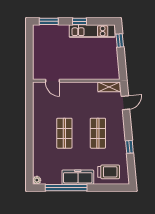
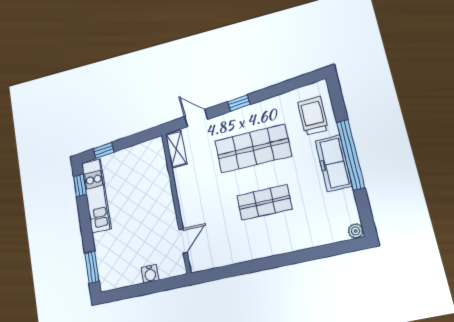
window: (80, 21) -> (80, 185), moved
water cooler: (37, 57) -> (150, 274), added
shop shelf: (98, 133) -> (253, 148), width x1.43, depth x1.36
window: (129, 147) -> (239, 103), moved
window: (66, 188) -> (351, 155), moved

